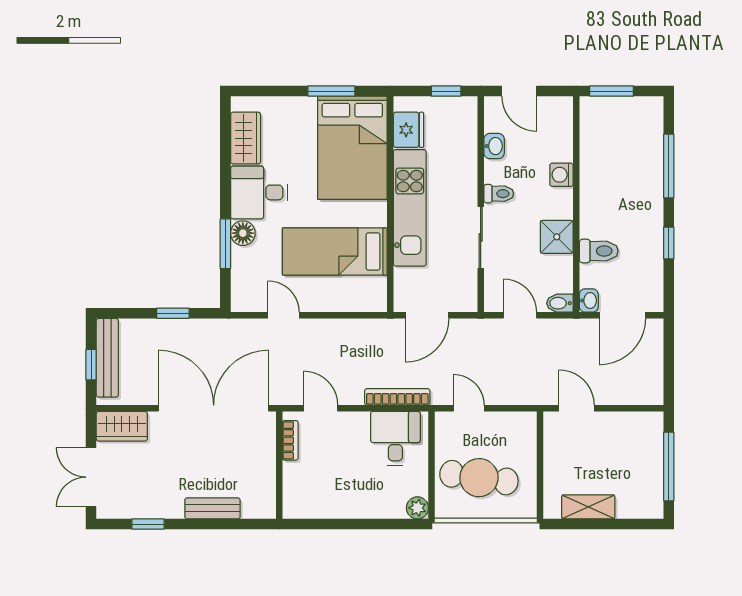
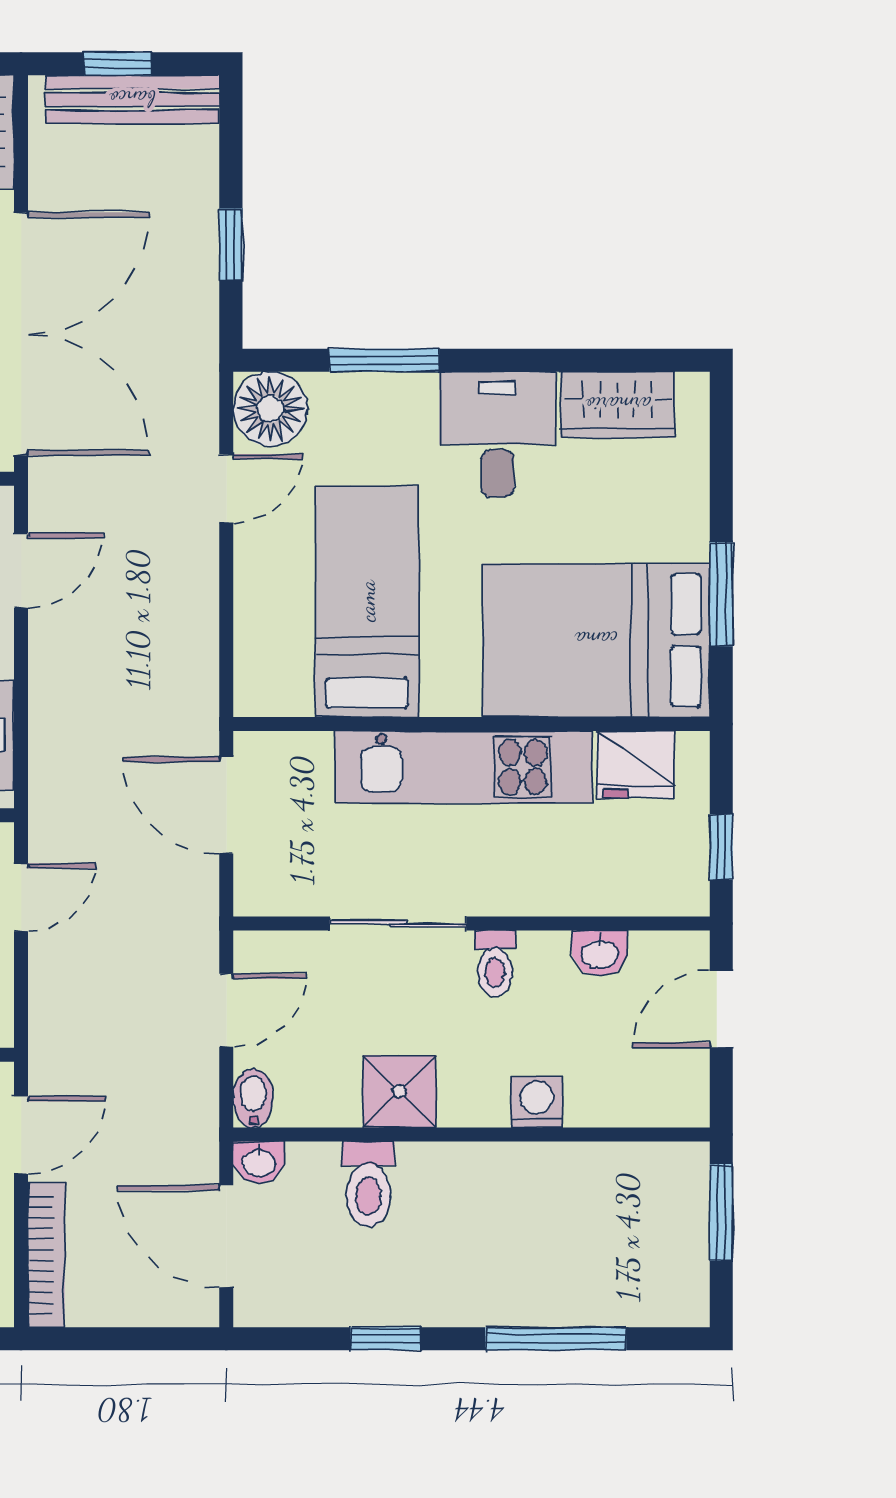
floor lamp: (243, 233) -> (270, 409), moved, width x1.38, depth x1.38
bookcase: (397, 397) -> (46, 1255), moved

